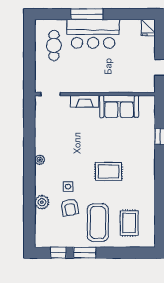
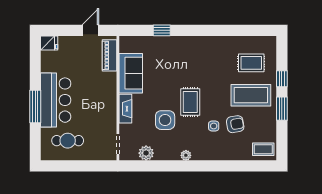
piano: (136, 86) -> (109, 55), added
side table: (74, 140) -> (165, 120), added
rug: (108, 171) -> (190, 102), moved
plant: (42, 202) -> (146, 153), moved
coffee table: (45, 235) -> (263, 149), added
window: (58, 253) -> (282, 79), moved

